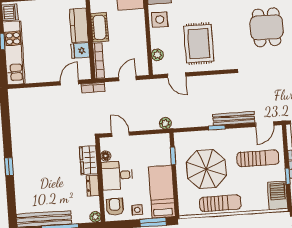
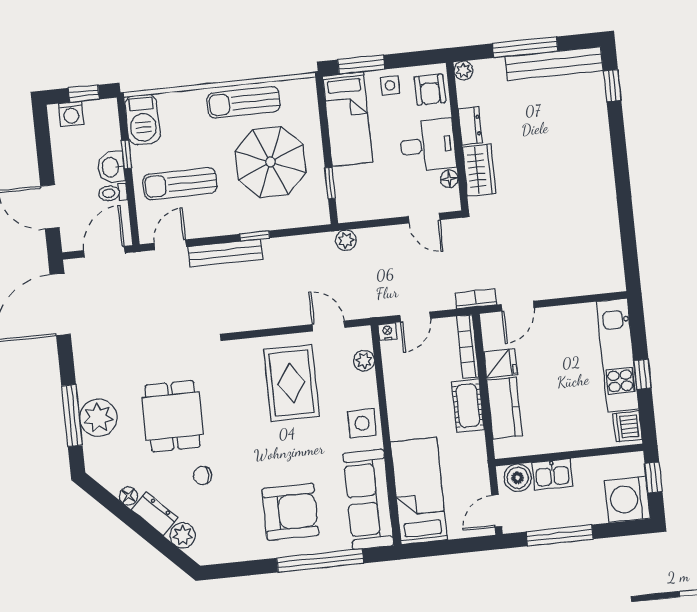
nightstand: (144, 71) -> (387, 332), added
window: (9, 167) -> (612, 86), moved

